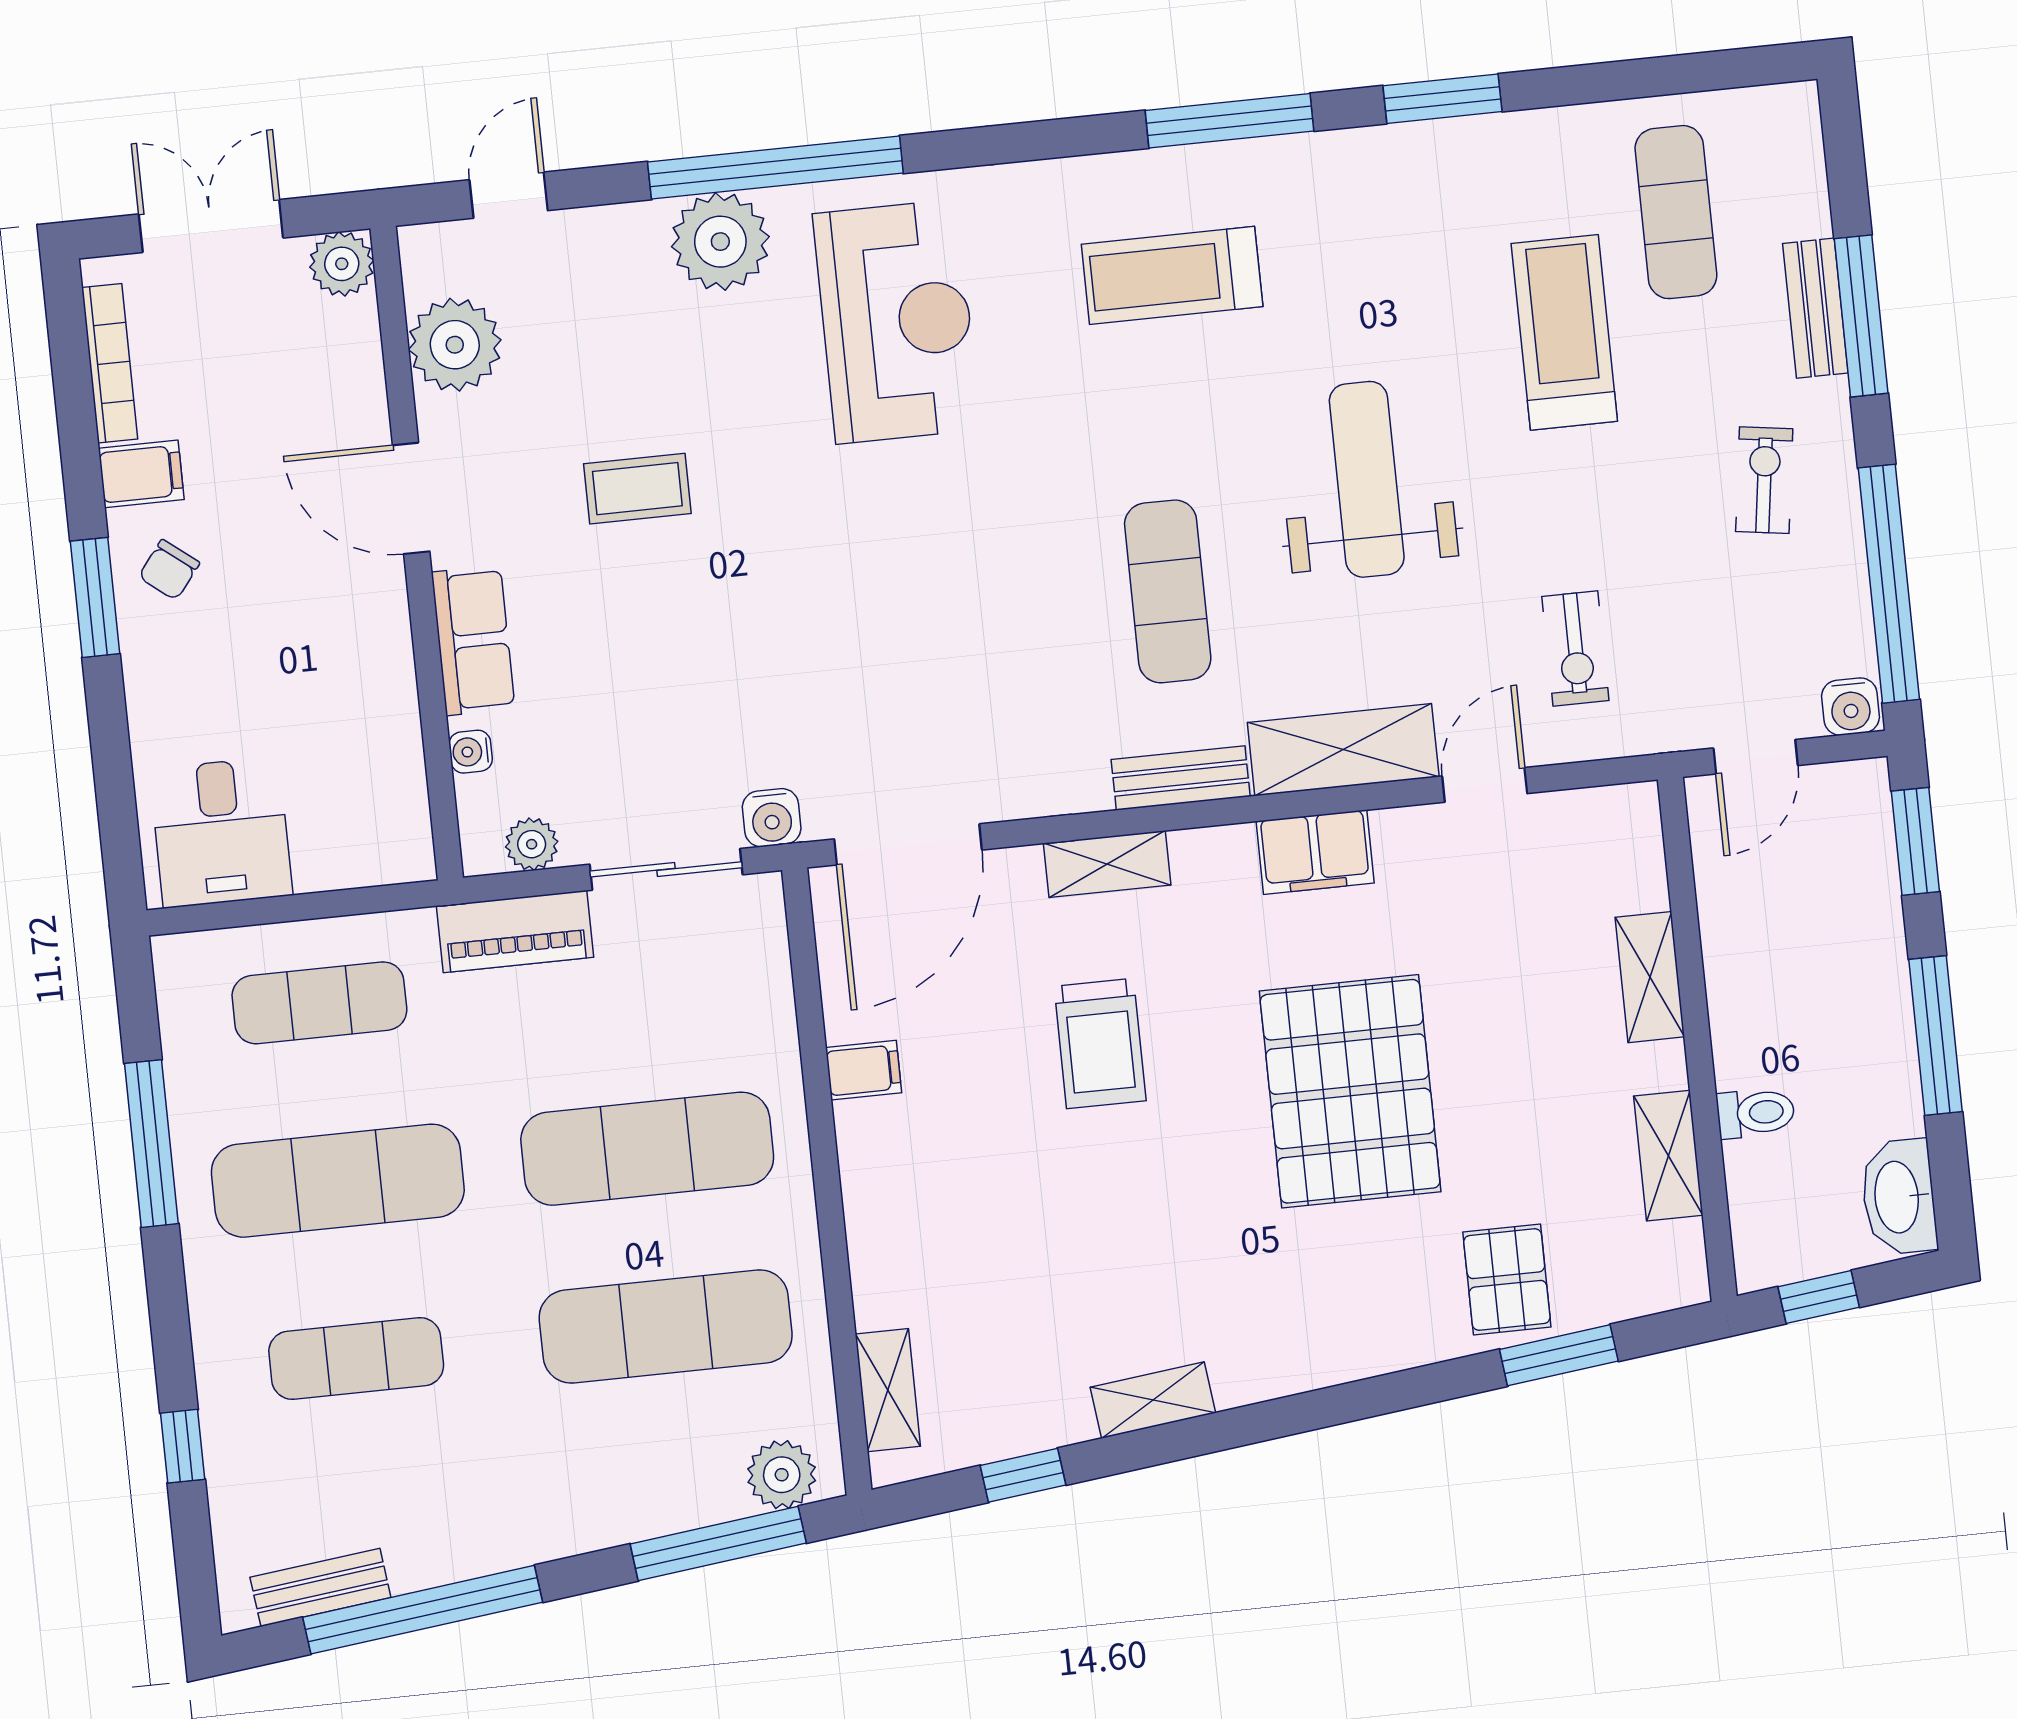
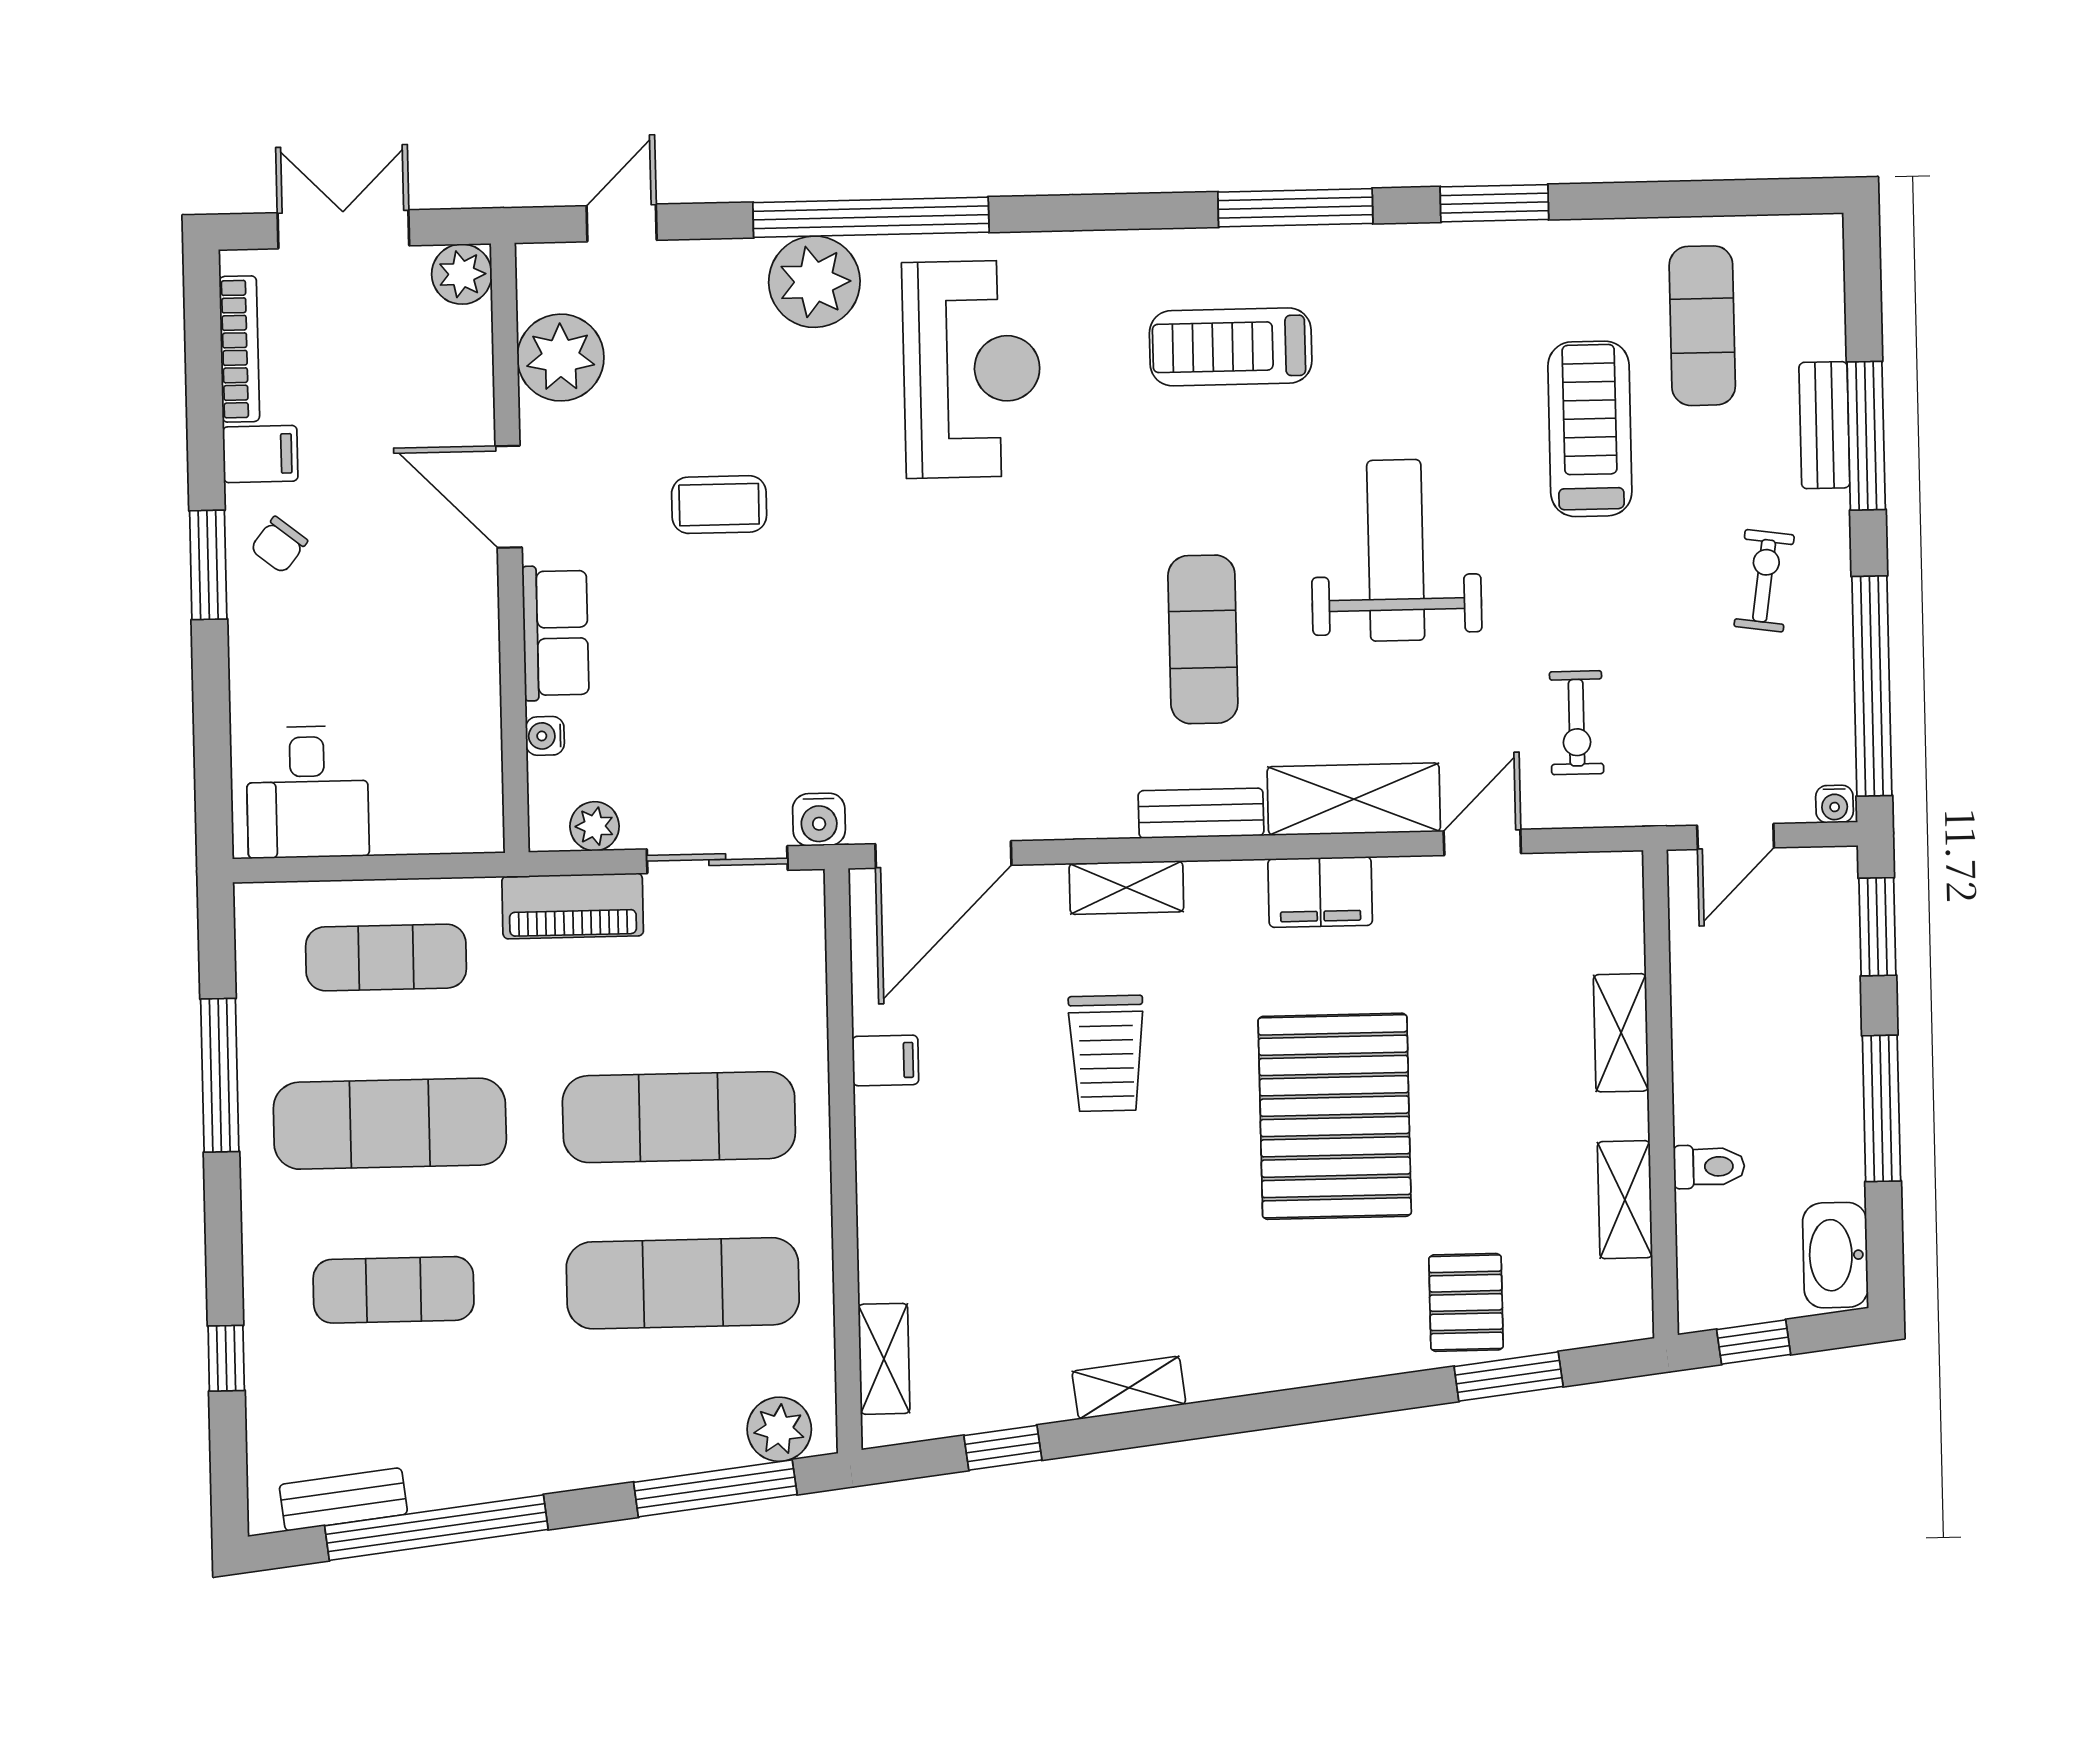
water cooler: (1851, 707) -> (1835, 804), width x0.72, depth x0.72

